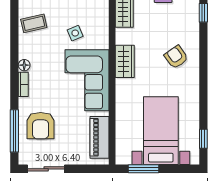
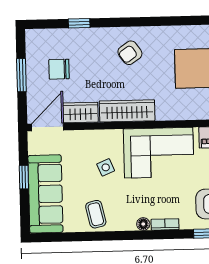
wardrobe: (125, 61) -> (127, 111), width x1.50

